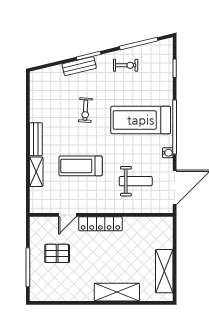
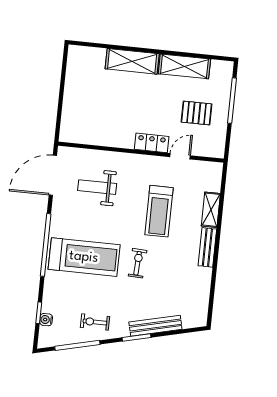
bench: (79, 66) -> (155, 326), width x1.36
exercise bike: (85, 110) -> (138, 263), moved
water cooler: (168, 153) -> (46, 320), moved
treadmill: (81, 166) -> (159, 211), turned 90
locker: (100, 224) -> (152, 143), width x0.66
shelving: (164, 271) -> (184, 66), moved, turned 90

